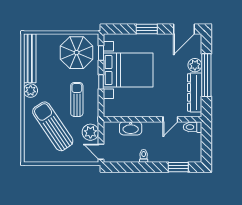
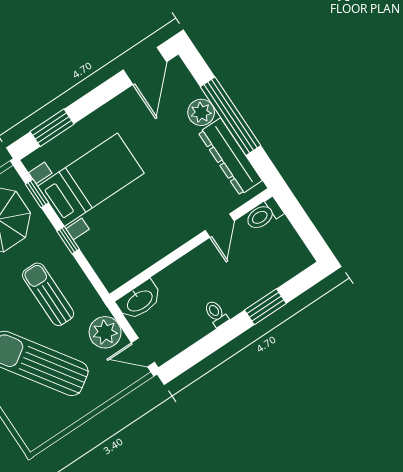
window: (147, 29) -> (52, 128), moved
bed with nightstands: (128, 70) -> (91, 180), width x0.73
washbasin: (131, 128) -> (139, 300), moved
window: (178, 167) -> (265, 307), moved

